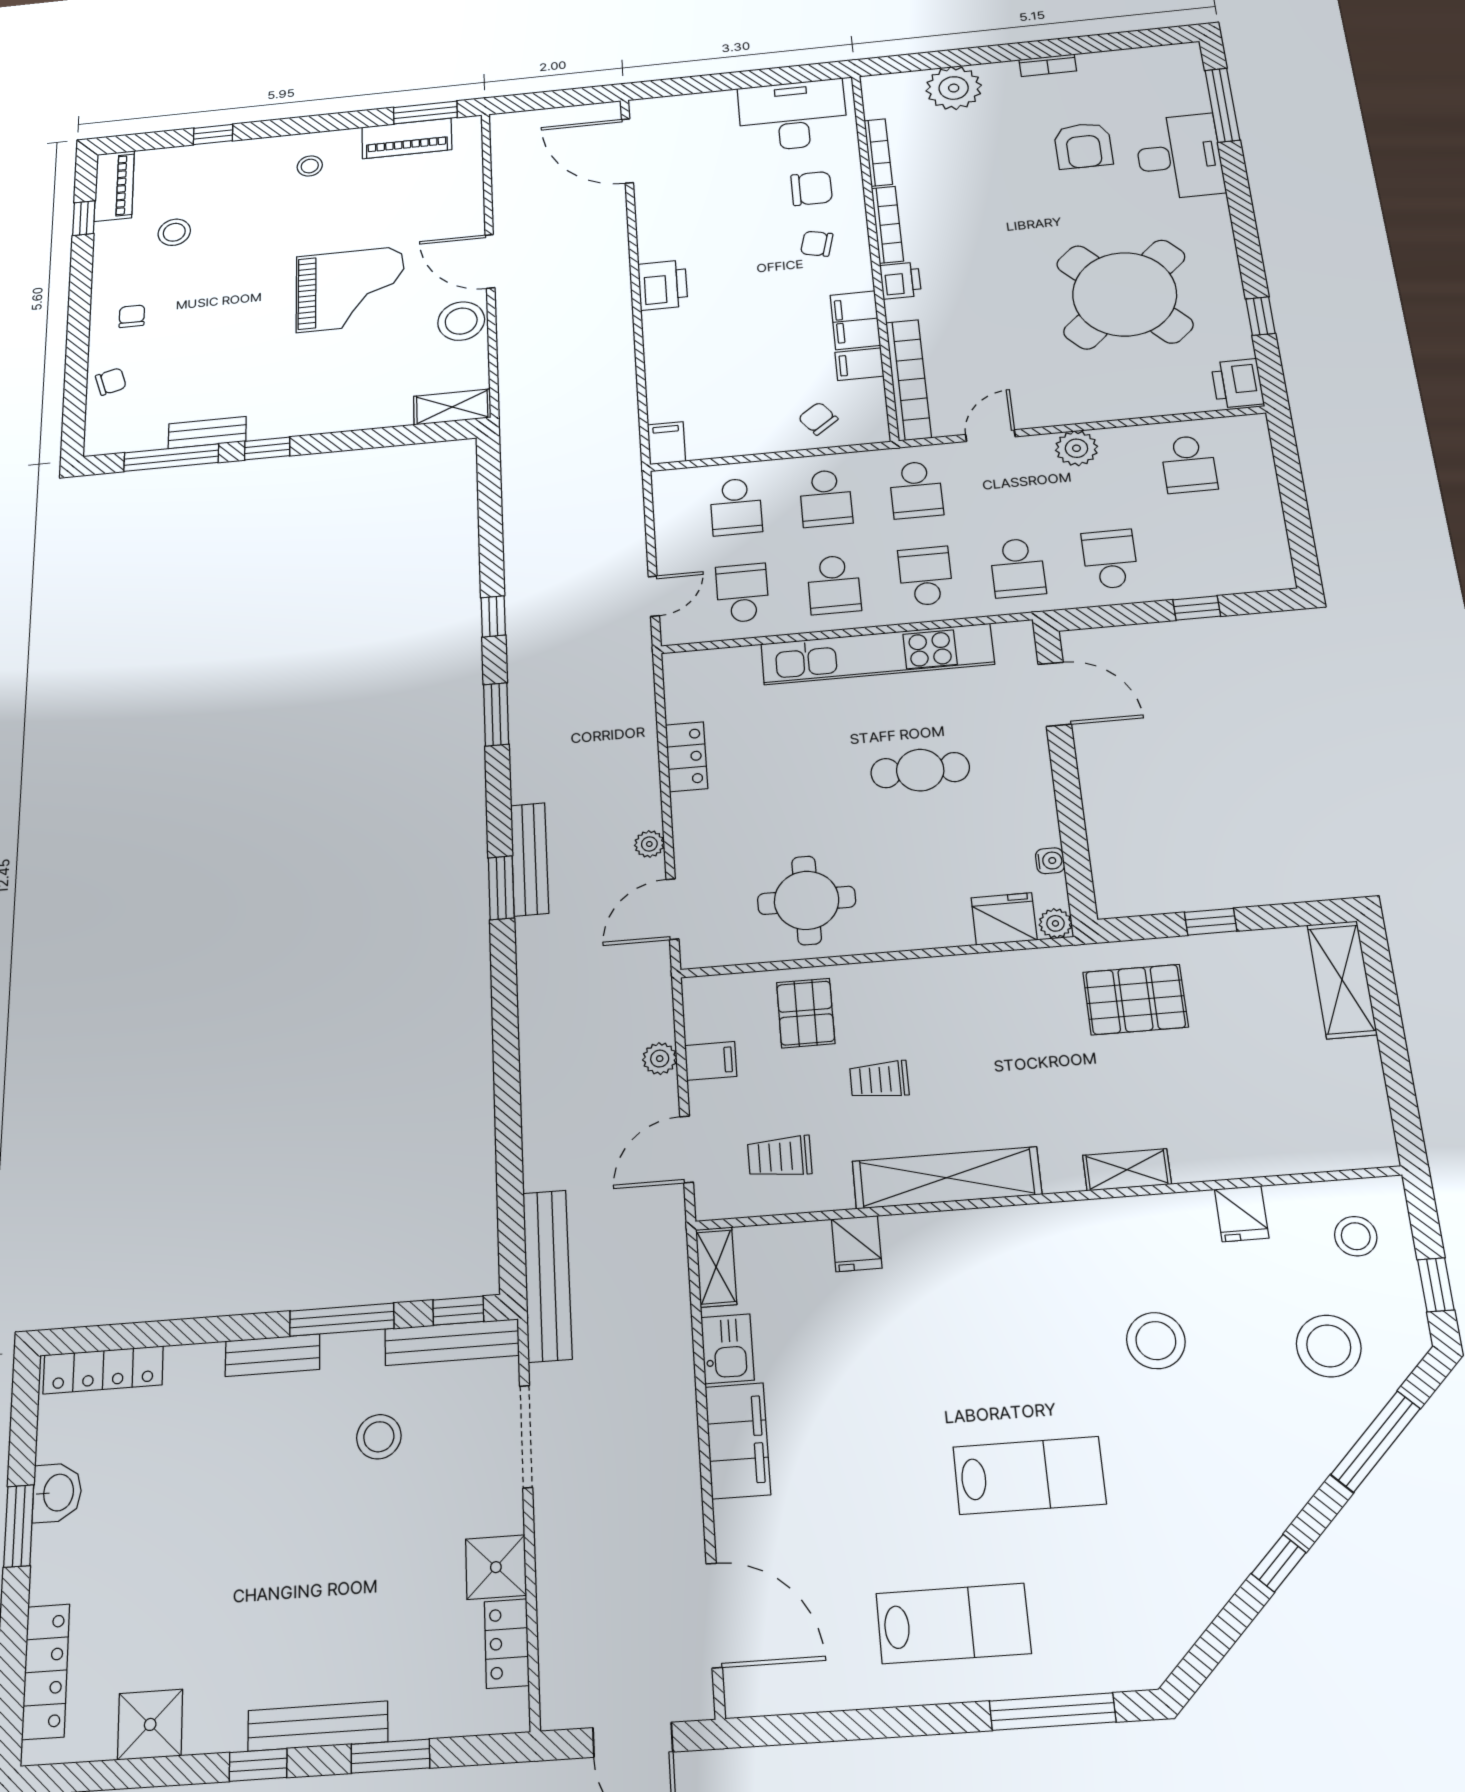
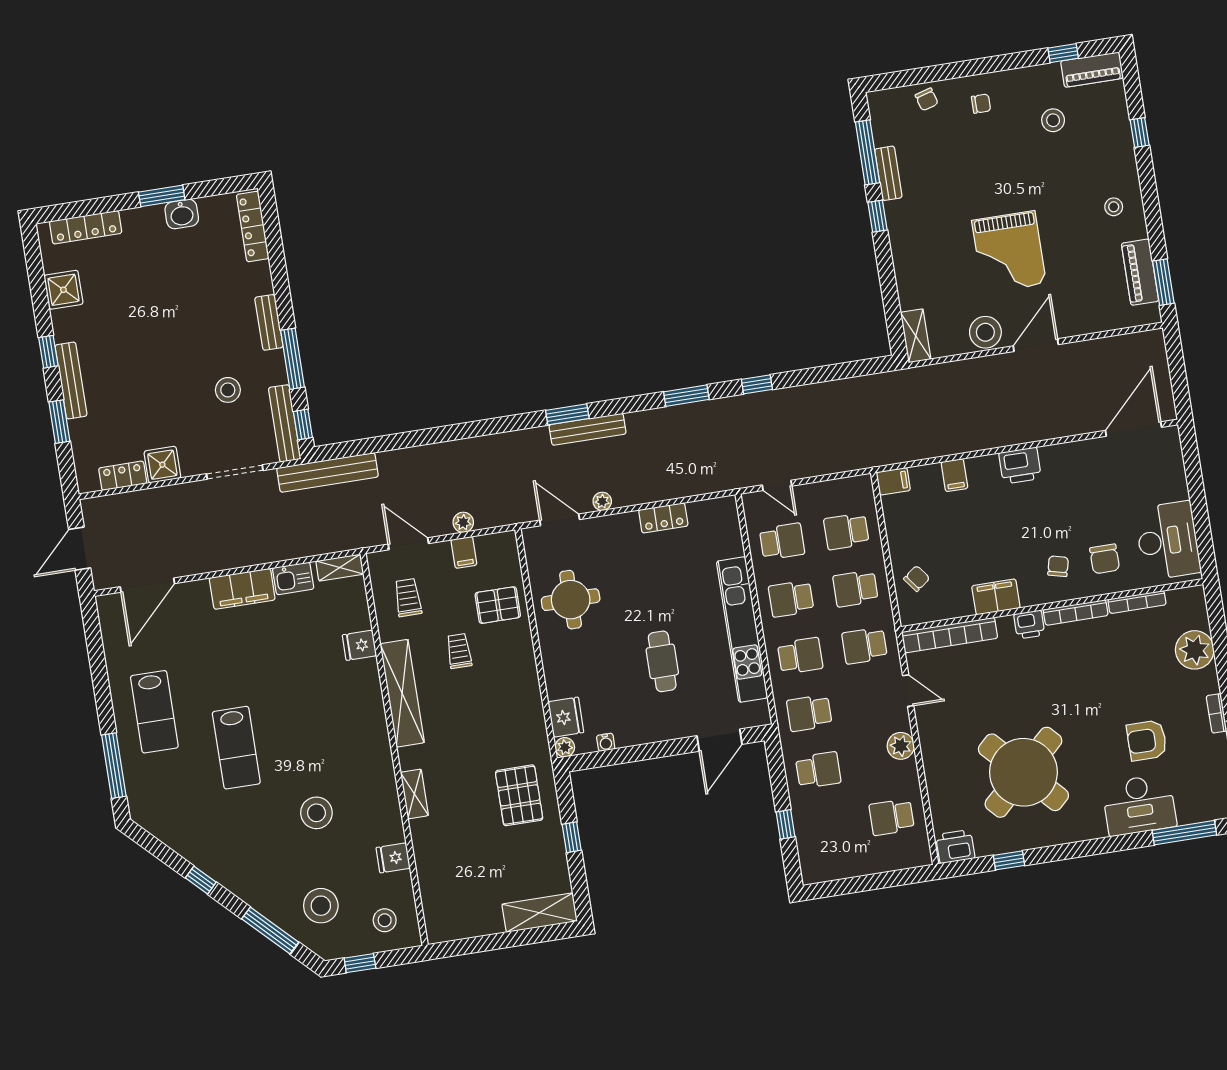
filing cabinet: (859, 364) -> (954, 475), moved, turned 180

